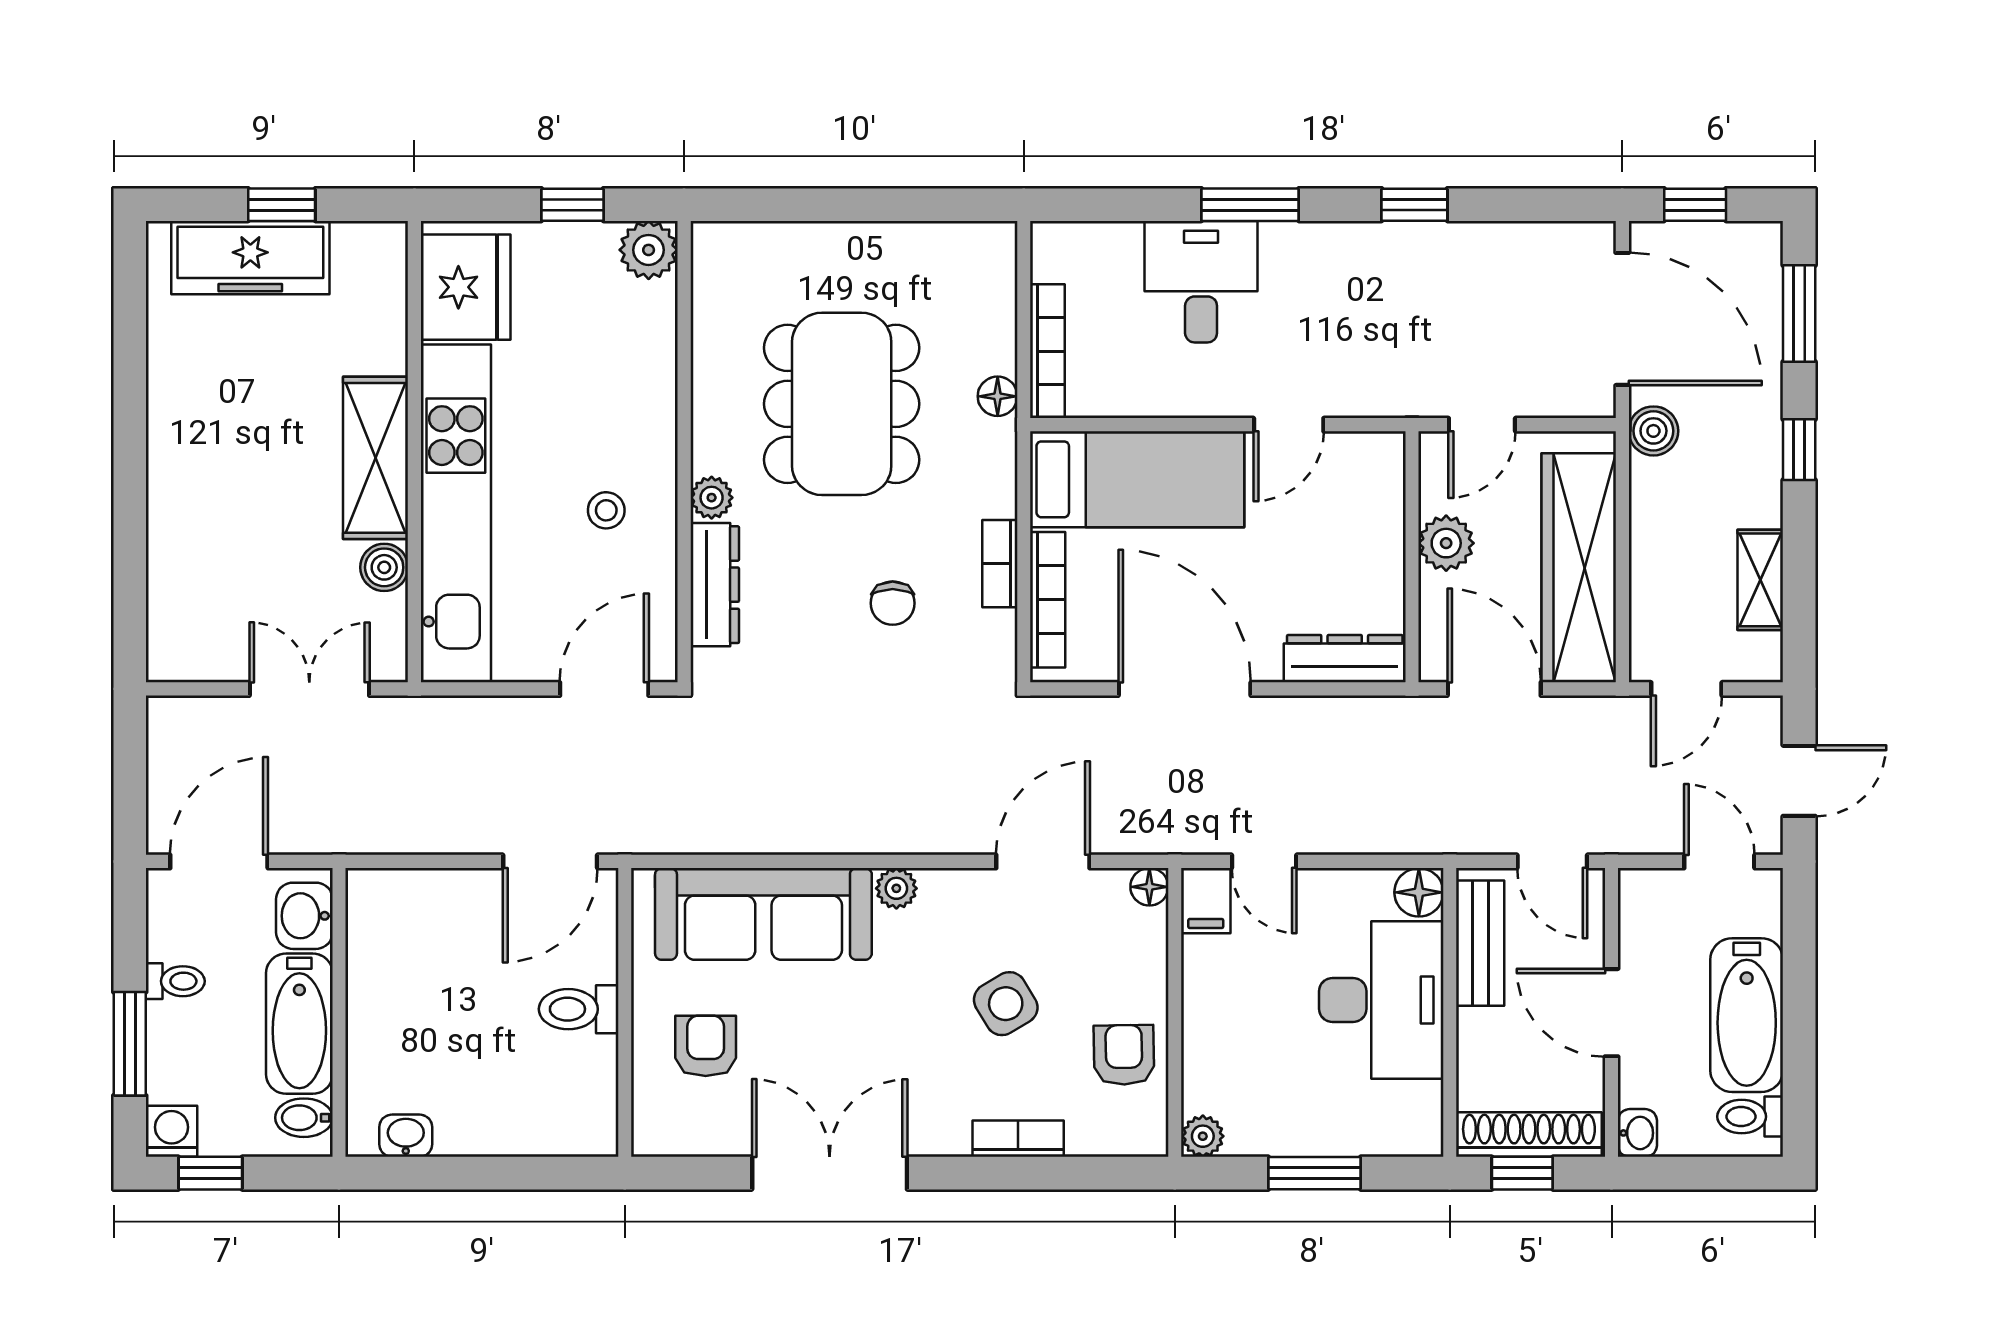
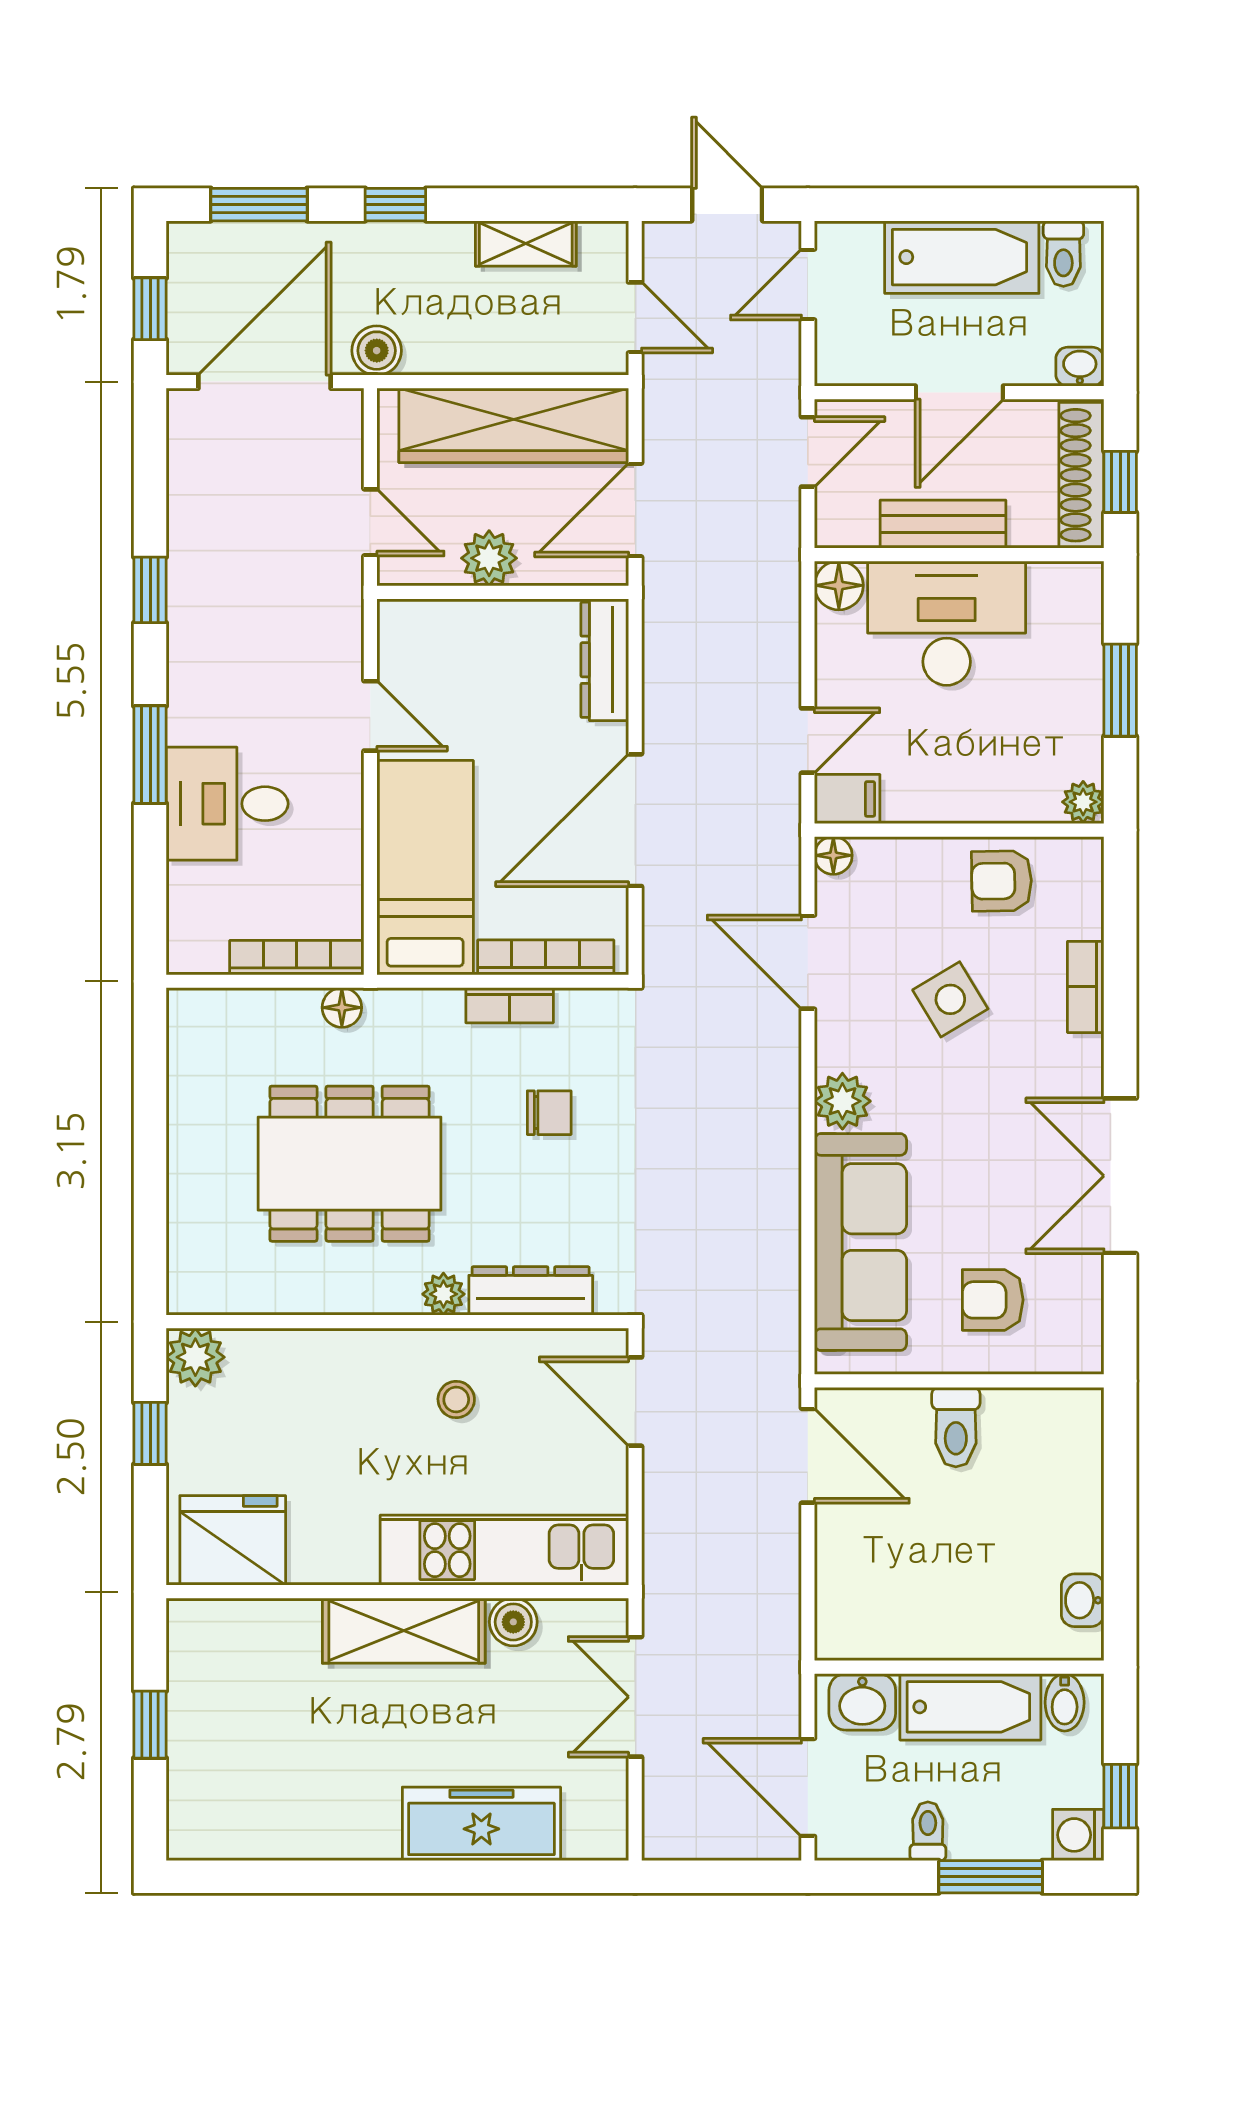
freezer: (250, 258) -> (481, 1824), moved, turned -90
kitchen unit: (456, 513) -> (504, 1550), width x0.73
plant: (896, 888) -> (842, 1101), width x1.38, depth x1.38
bench: (1480, 943) -> (943, 524), moved

